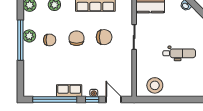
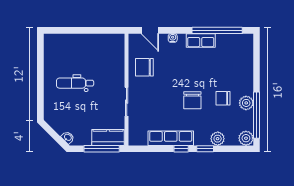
chair: (104, 37) -> (144, 67), moved
window: (20, 40) -> (256, 115), moved
stool: (155, 85) -> (103, 46), removed
window: (92, 99) -> (174, 30), removed

